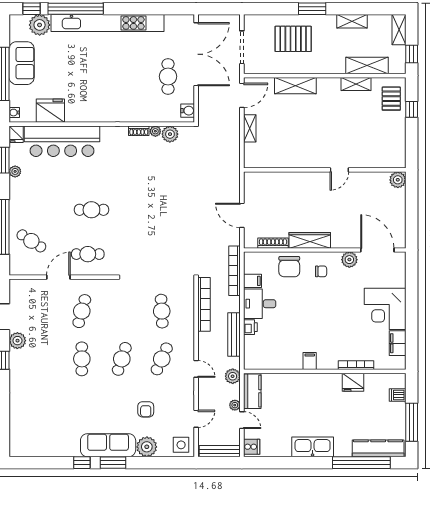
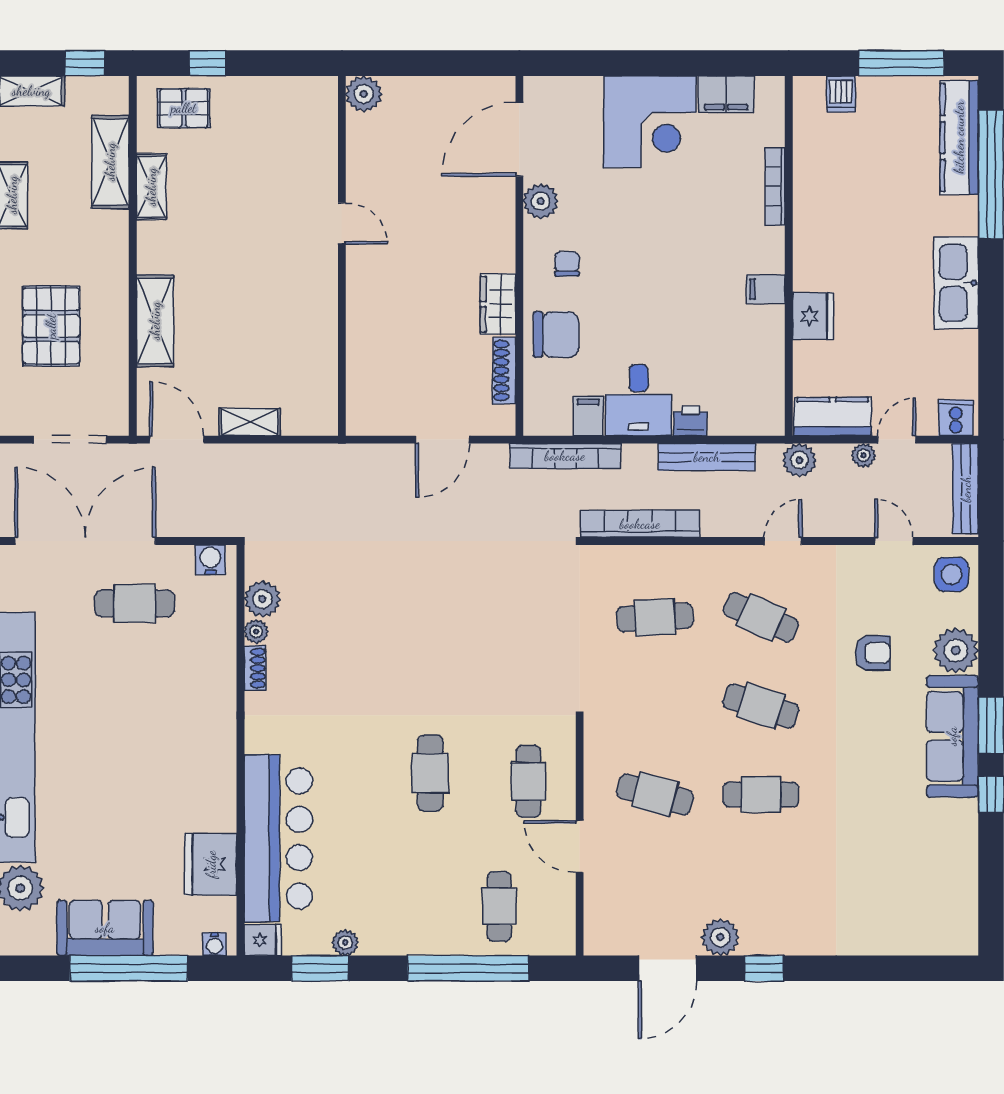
wardrobe: (310, 240) -> (498, 304), width x0.67
cafe table: (31, 241) -> (499, 906), turned -33
fridge: (353, 382) -> (813, 316), moved

